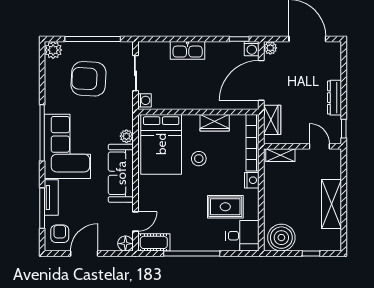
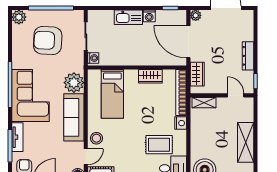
washing machine: (252, 49) -> (149, 16), moved
door: (261, 80) -> (188, 42), hinge flipped
plant: (126, 136) -> (74, 83), width x1.88, depth x1.88
bed: (161, 144) -> (112, 94), width x0.67
stool: (199, 159) -> (96, 138), moved

